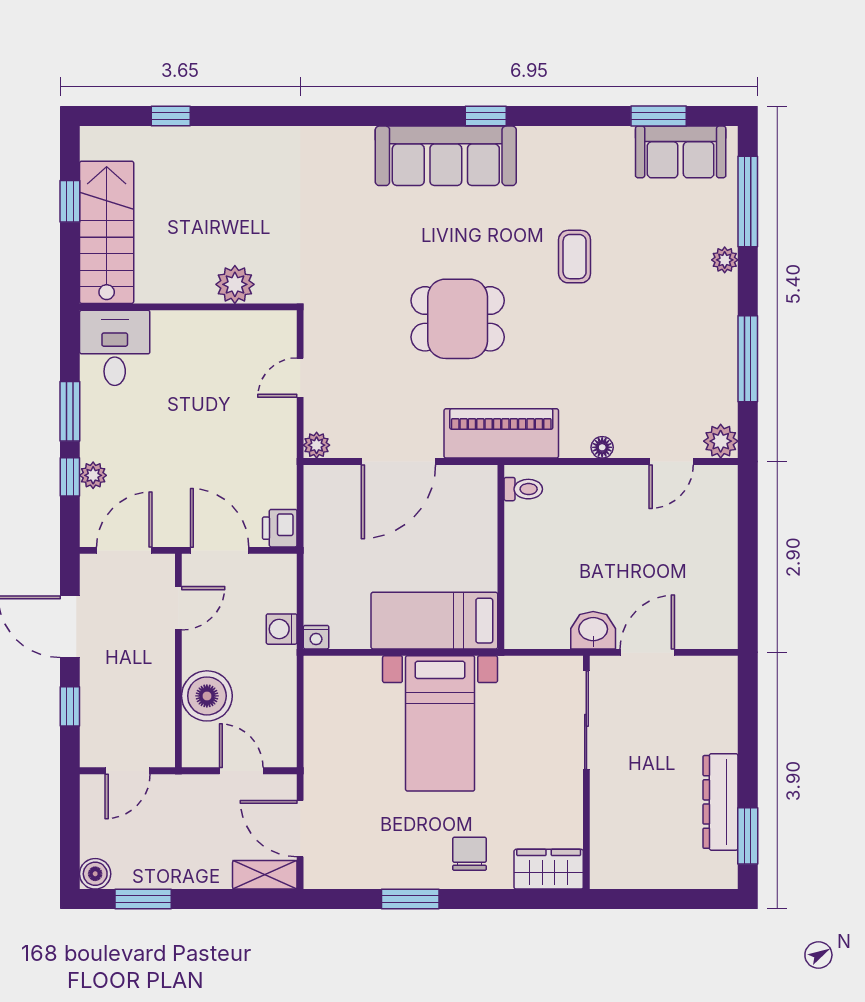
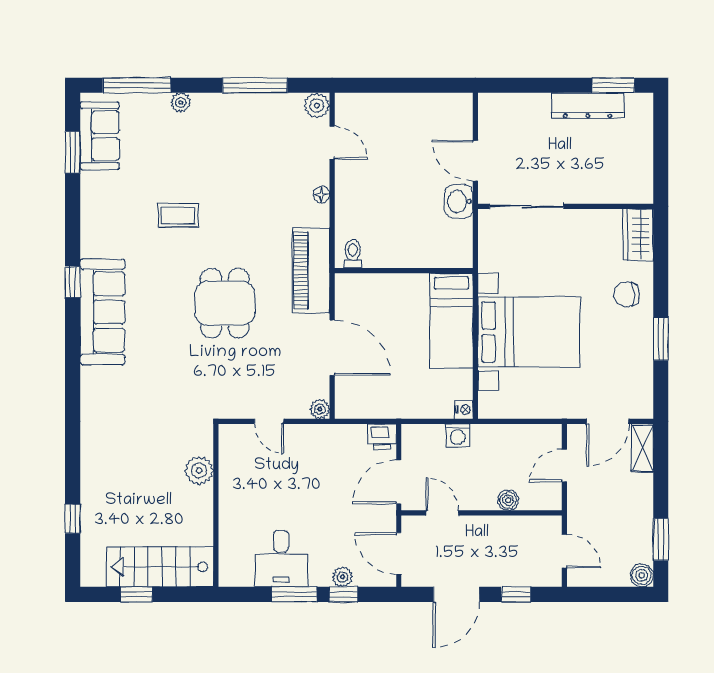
desk: (115, 348) -> (281, 559), moved, turned -90
boiler: (207, 696) -> (508, 500), width x0.54, depth x0.54
bed with nightstands: (440, 723) -> (529, 332), width x1.36

